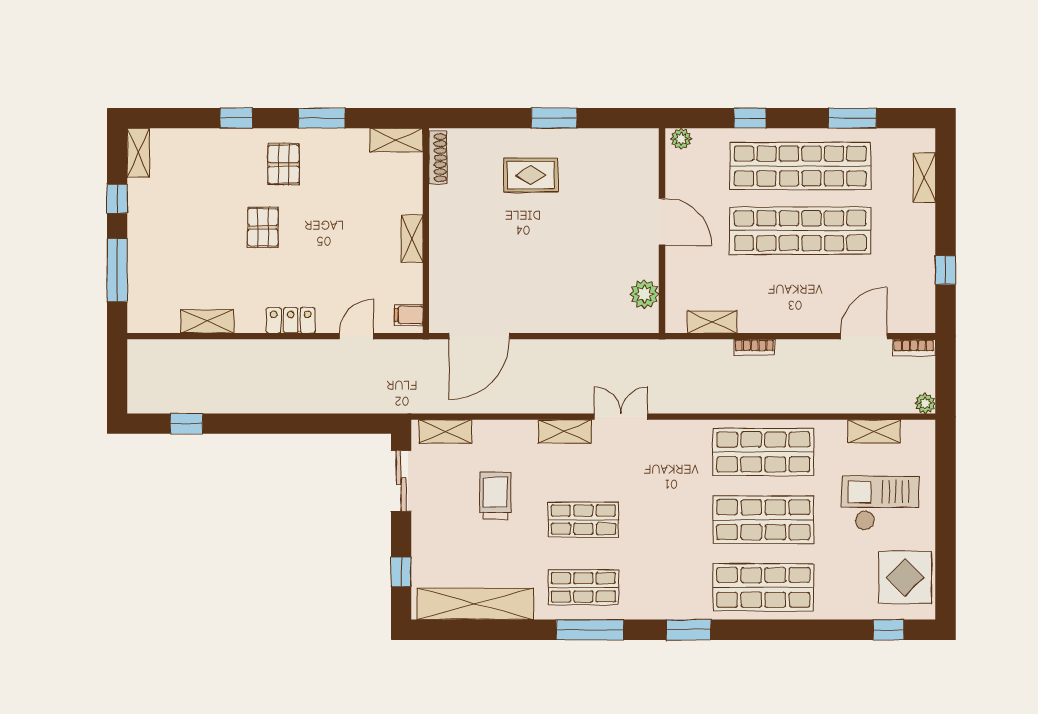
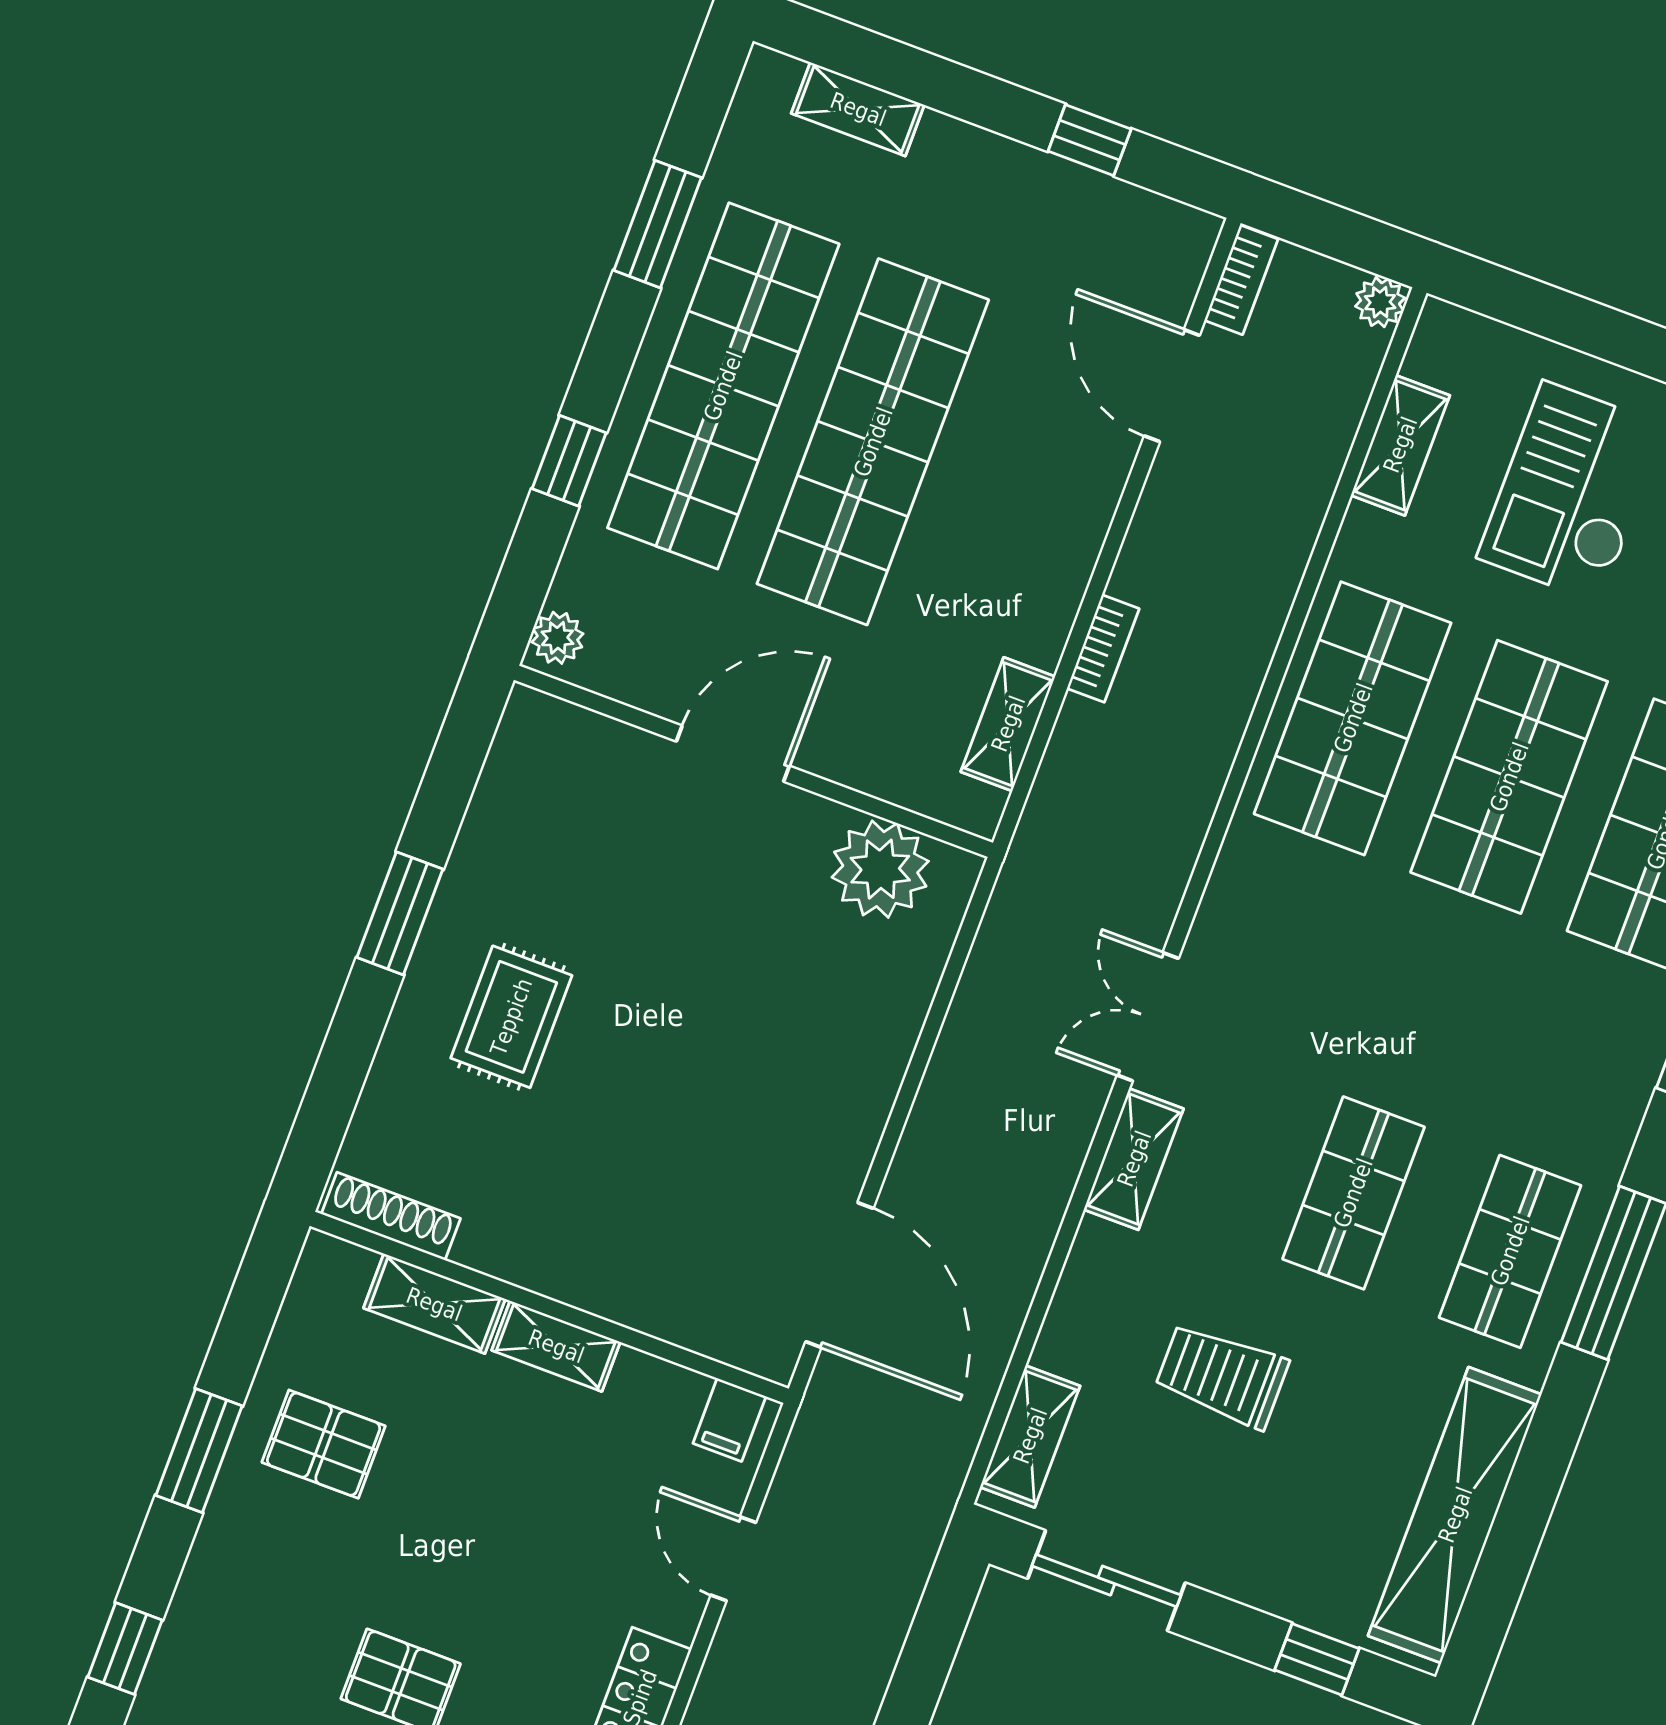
shelving: (396, 140) -> (434, 1304), moved, turned 90
pallet: (283, 164) -> (324, 1444), moved
plant: (644, 294) -> (880, 869), width x1.36, depth x1.36

